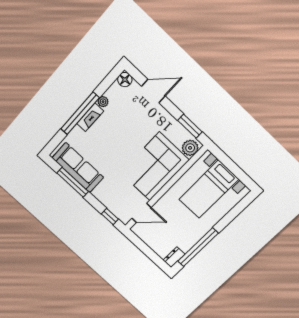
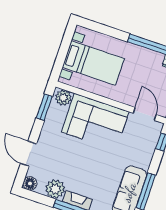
plant: (103, 102) -> (55, 189), width x1.87, depth x1.87

